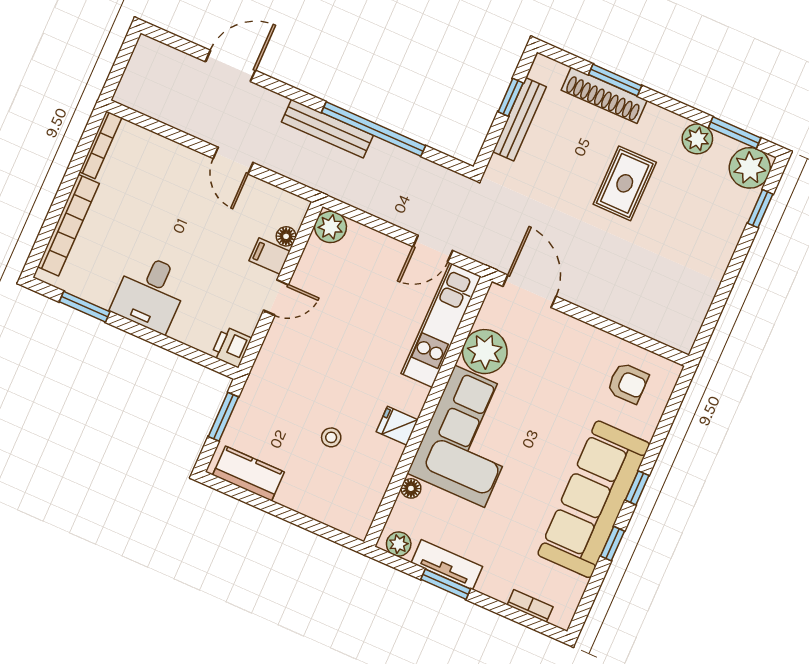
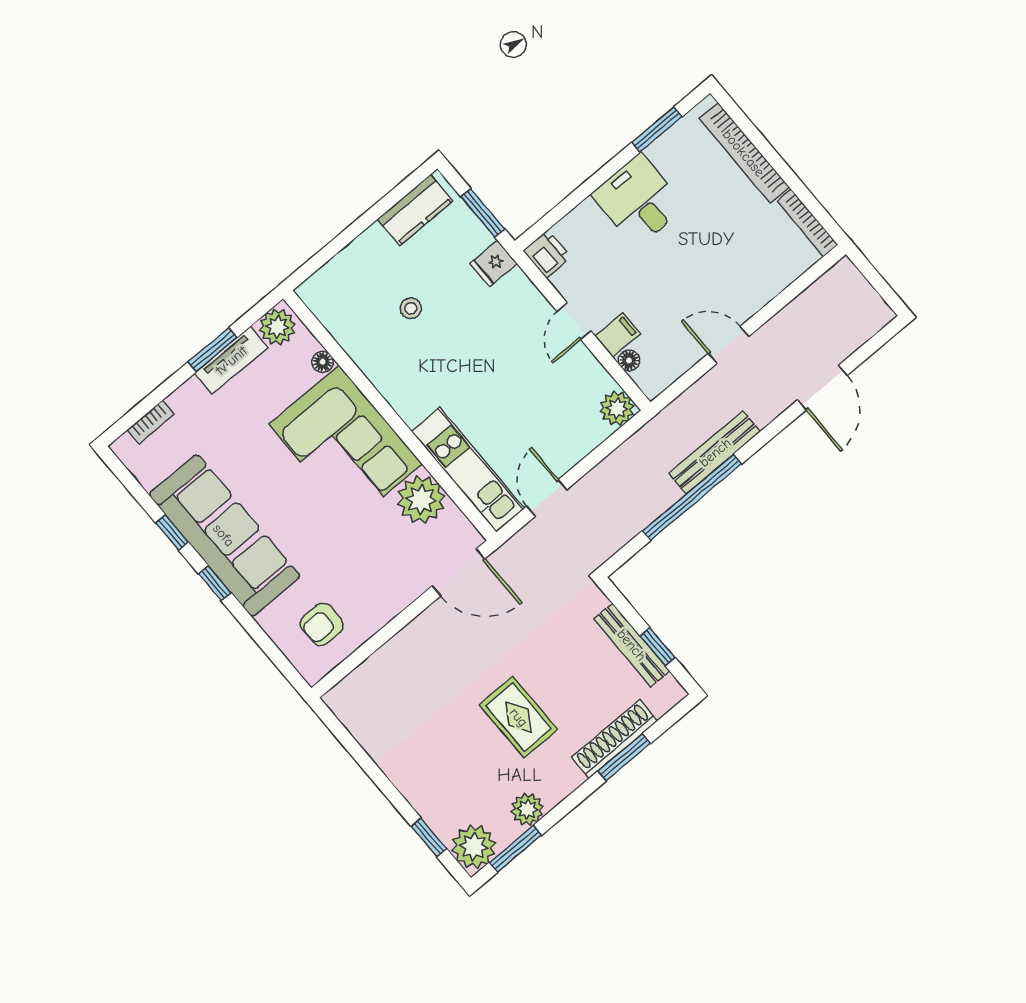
fridge: (397, 426) -> (494, 264), moved, turned 180
plant: (399, 544) -> (277, 327), width x1.38, depth x1.38

